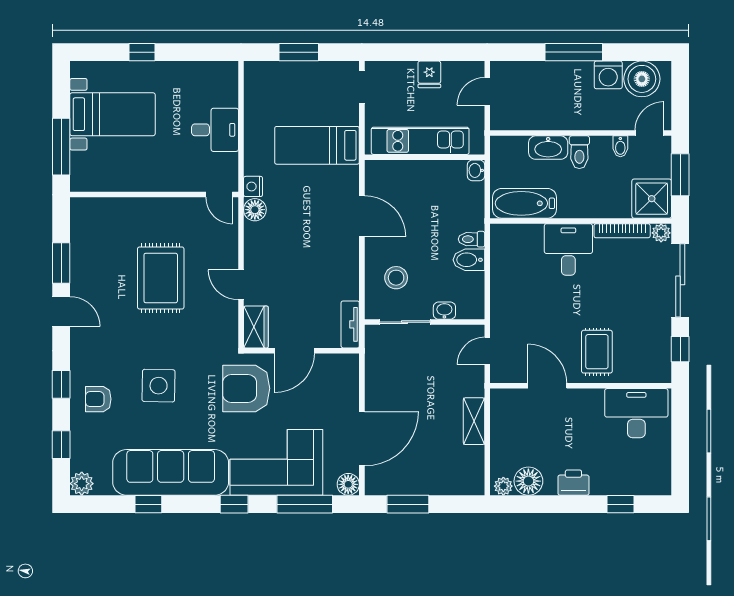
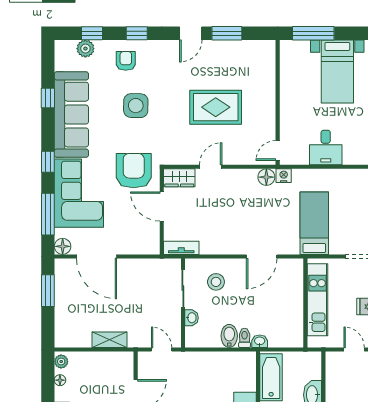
washbasin: (476, 170) -> (260, 341), moved
floor lamp: (528, 481) -> (60, 380), width x0.53, depth x0.53
plant: (82, 484) -> (85, 49), moved

